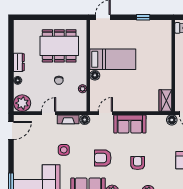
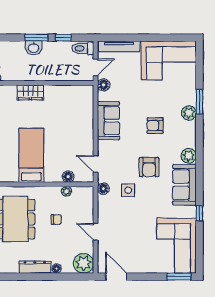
dresser: (19, 62) -> (35, 267), width x1.44
floor lamp: (95, 75) -> (68, 177), moved
wardrobe: (165, 101) -> (30, 92), moved
fireplace: (68, 119) -> (103, 208), removed
sofa: (130, 124) -> (108, 121), moved
side table: (64, 150) -> (128, 190), moved

